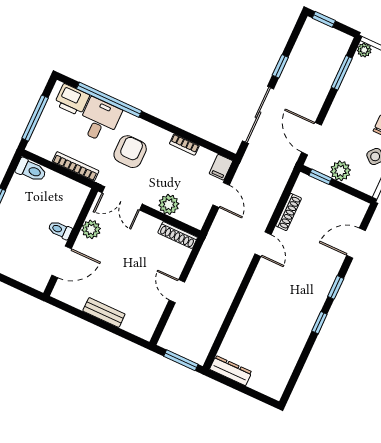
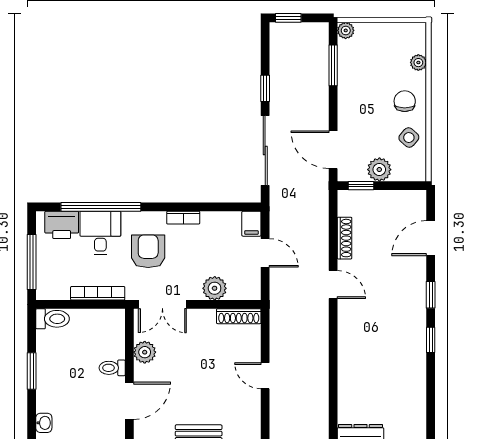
bookcase: (184, 145) -> (183, 218), moved

